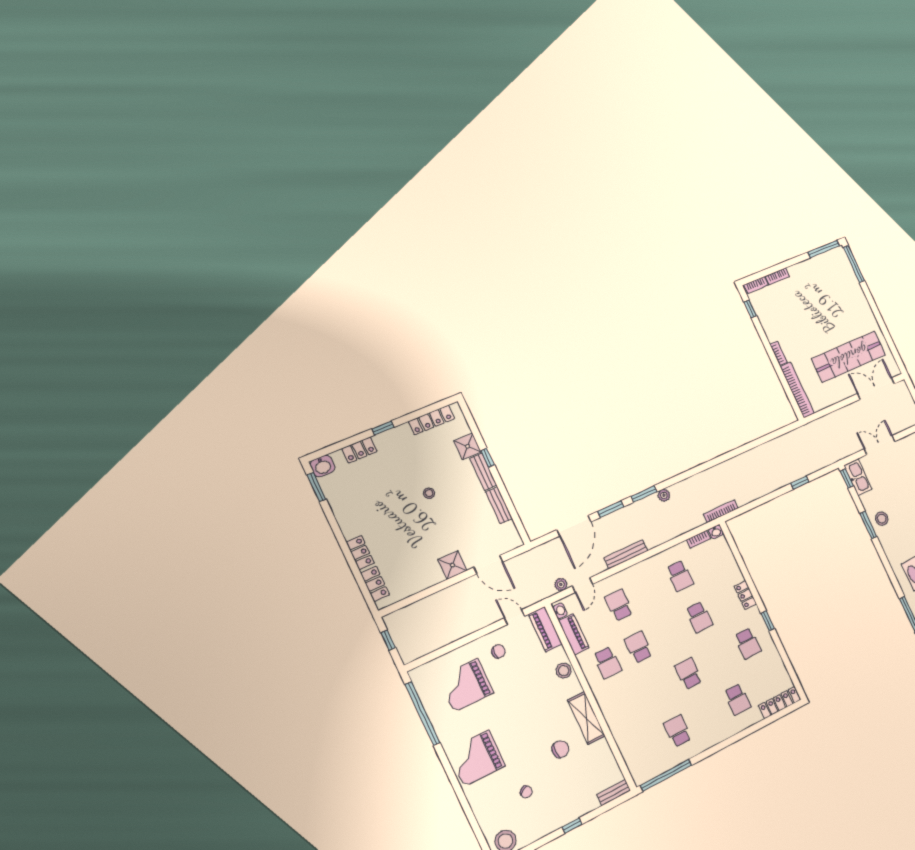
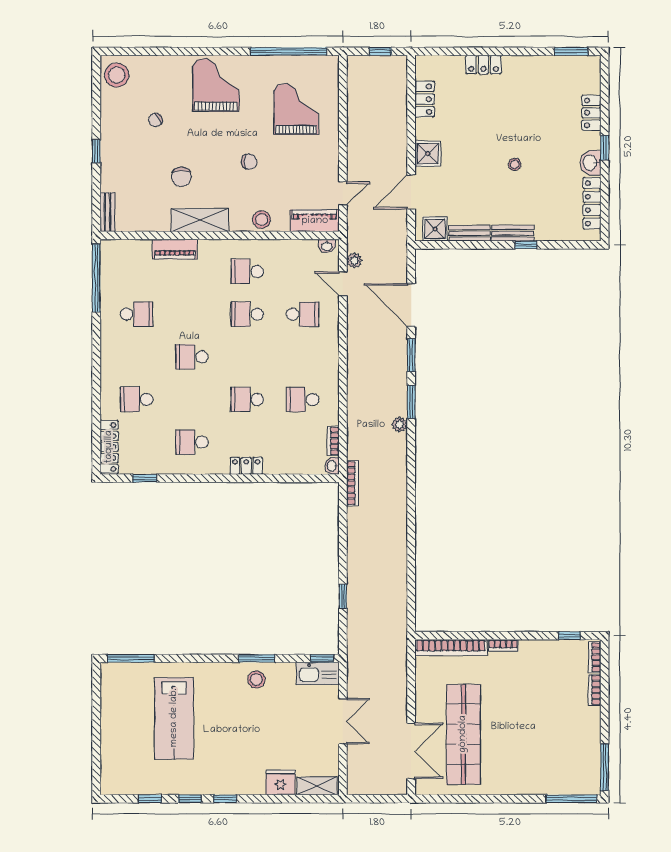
shower: (468, 446) -> (435, 229), moved
washbasin: (323, 466) -> (590, 163), moved
bench: (626, 554) -> (354, 349), removed
locker: (375, 584) -> (425, 99), moved, turned -90
window: (768, 621) -> (145, 478), moved
piano: (574, 634) -> (175, 249), moved
school desk: (639, 647) -> (247, 314), turned 180
chair: (498, 651) -> (249, 162), moved, turned -90
school desk: (688, 674) -> (192, 357), turned 180

